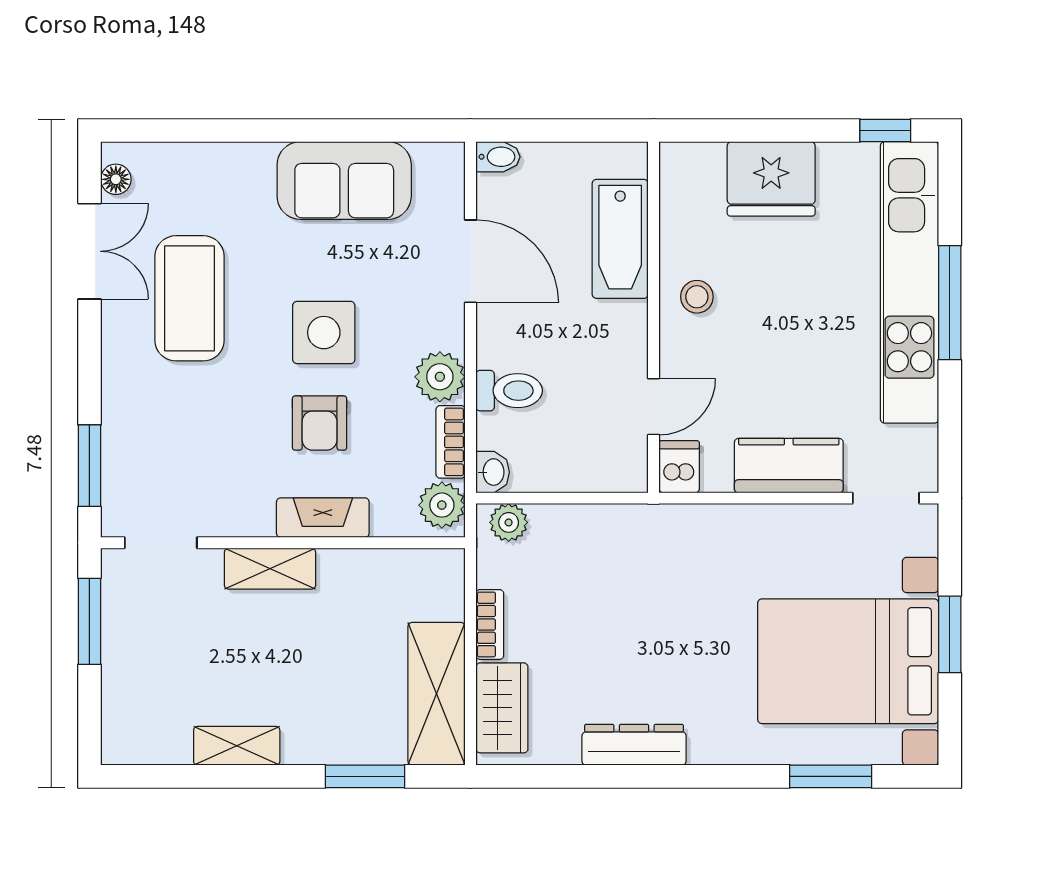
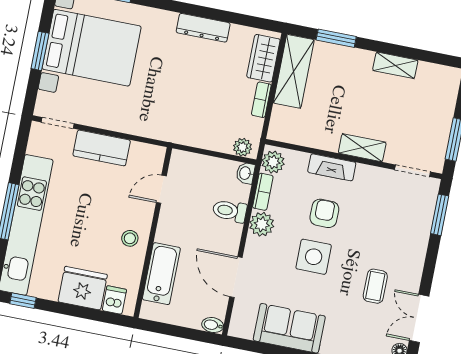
coffee table: (190, 298) -> (375, 286), width x0.54, depth x0.58
dishwasher: (679, 467) -> (114, 300), moved, turned 180

